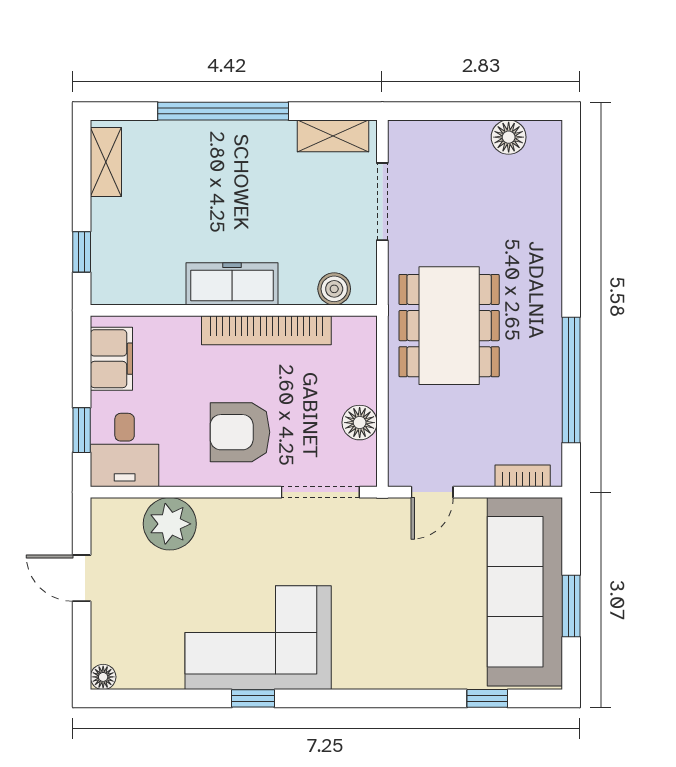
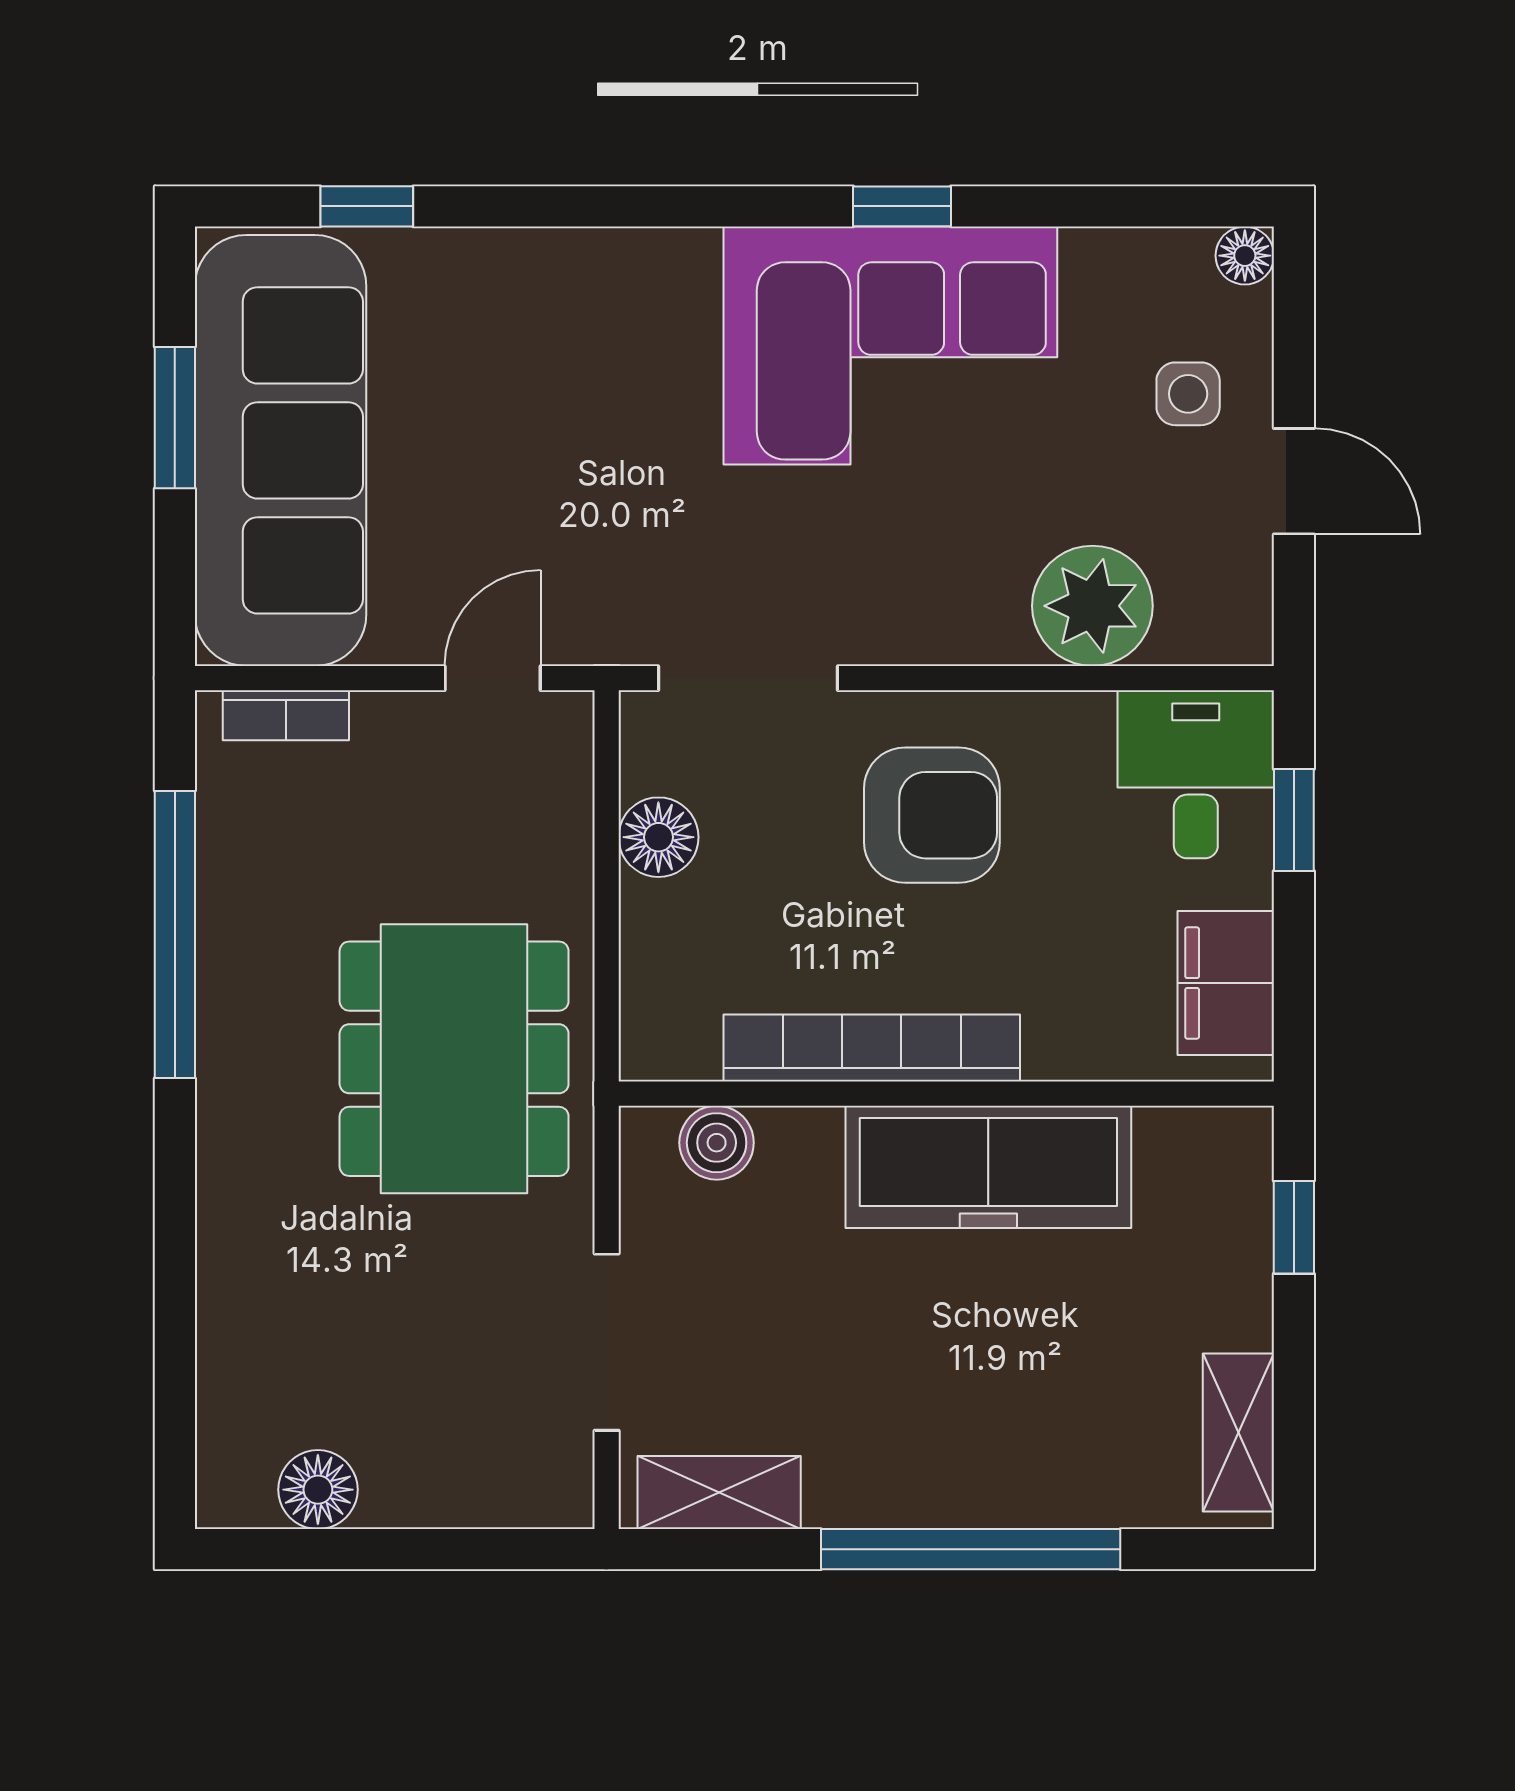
freezer: (232, 284) -> (988, 1167), width x1.36, depth x1.26
side table: (128, 616) -> (1188, 394), added

